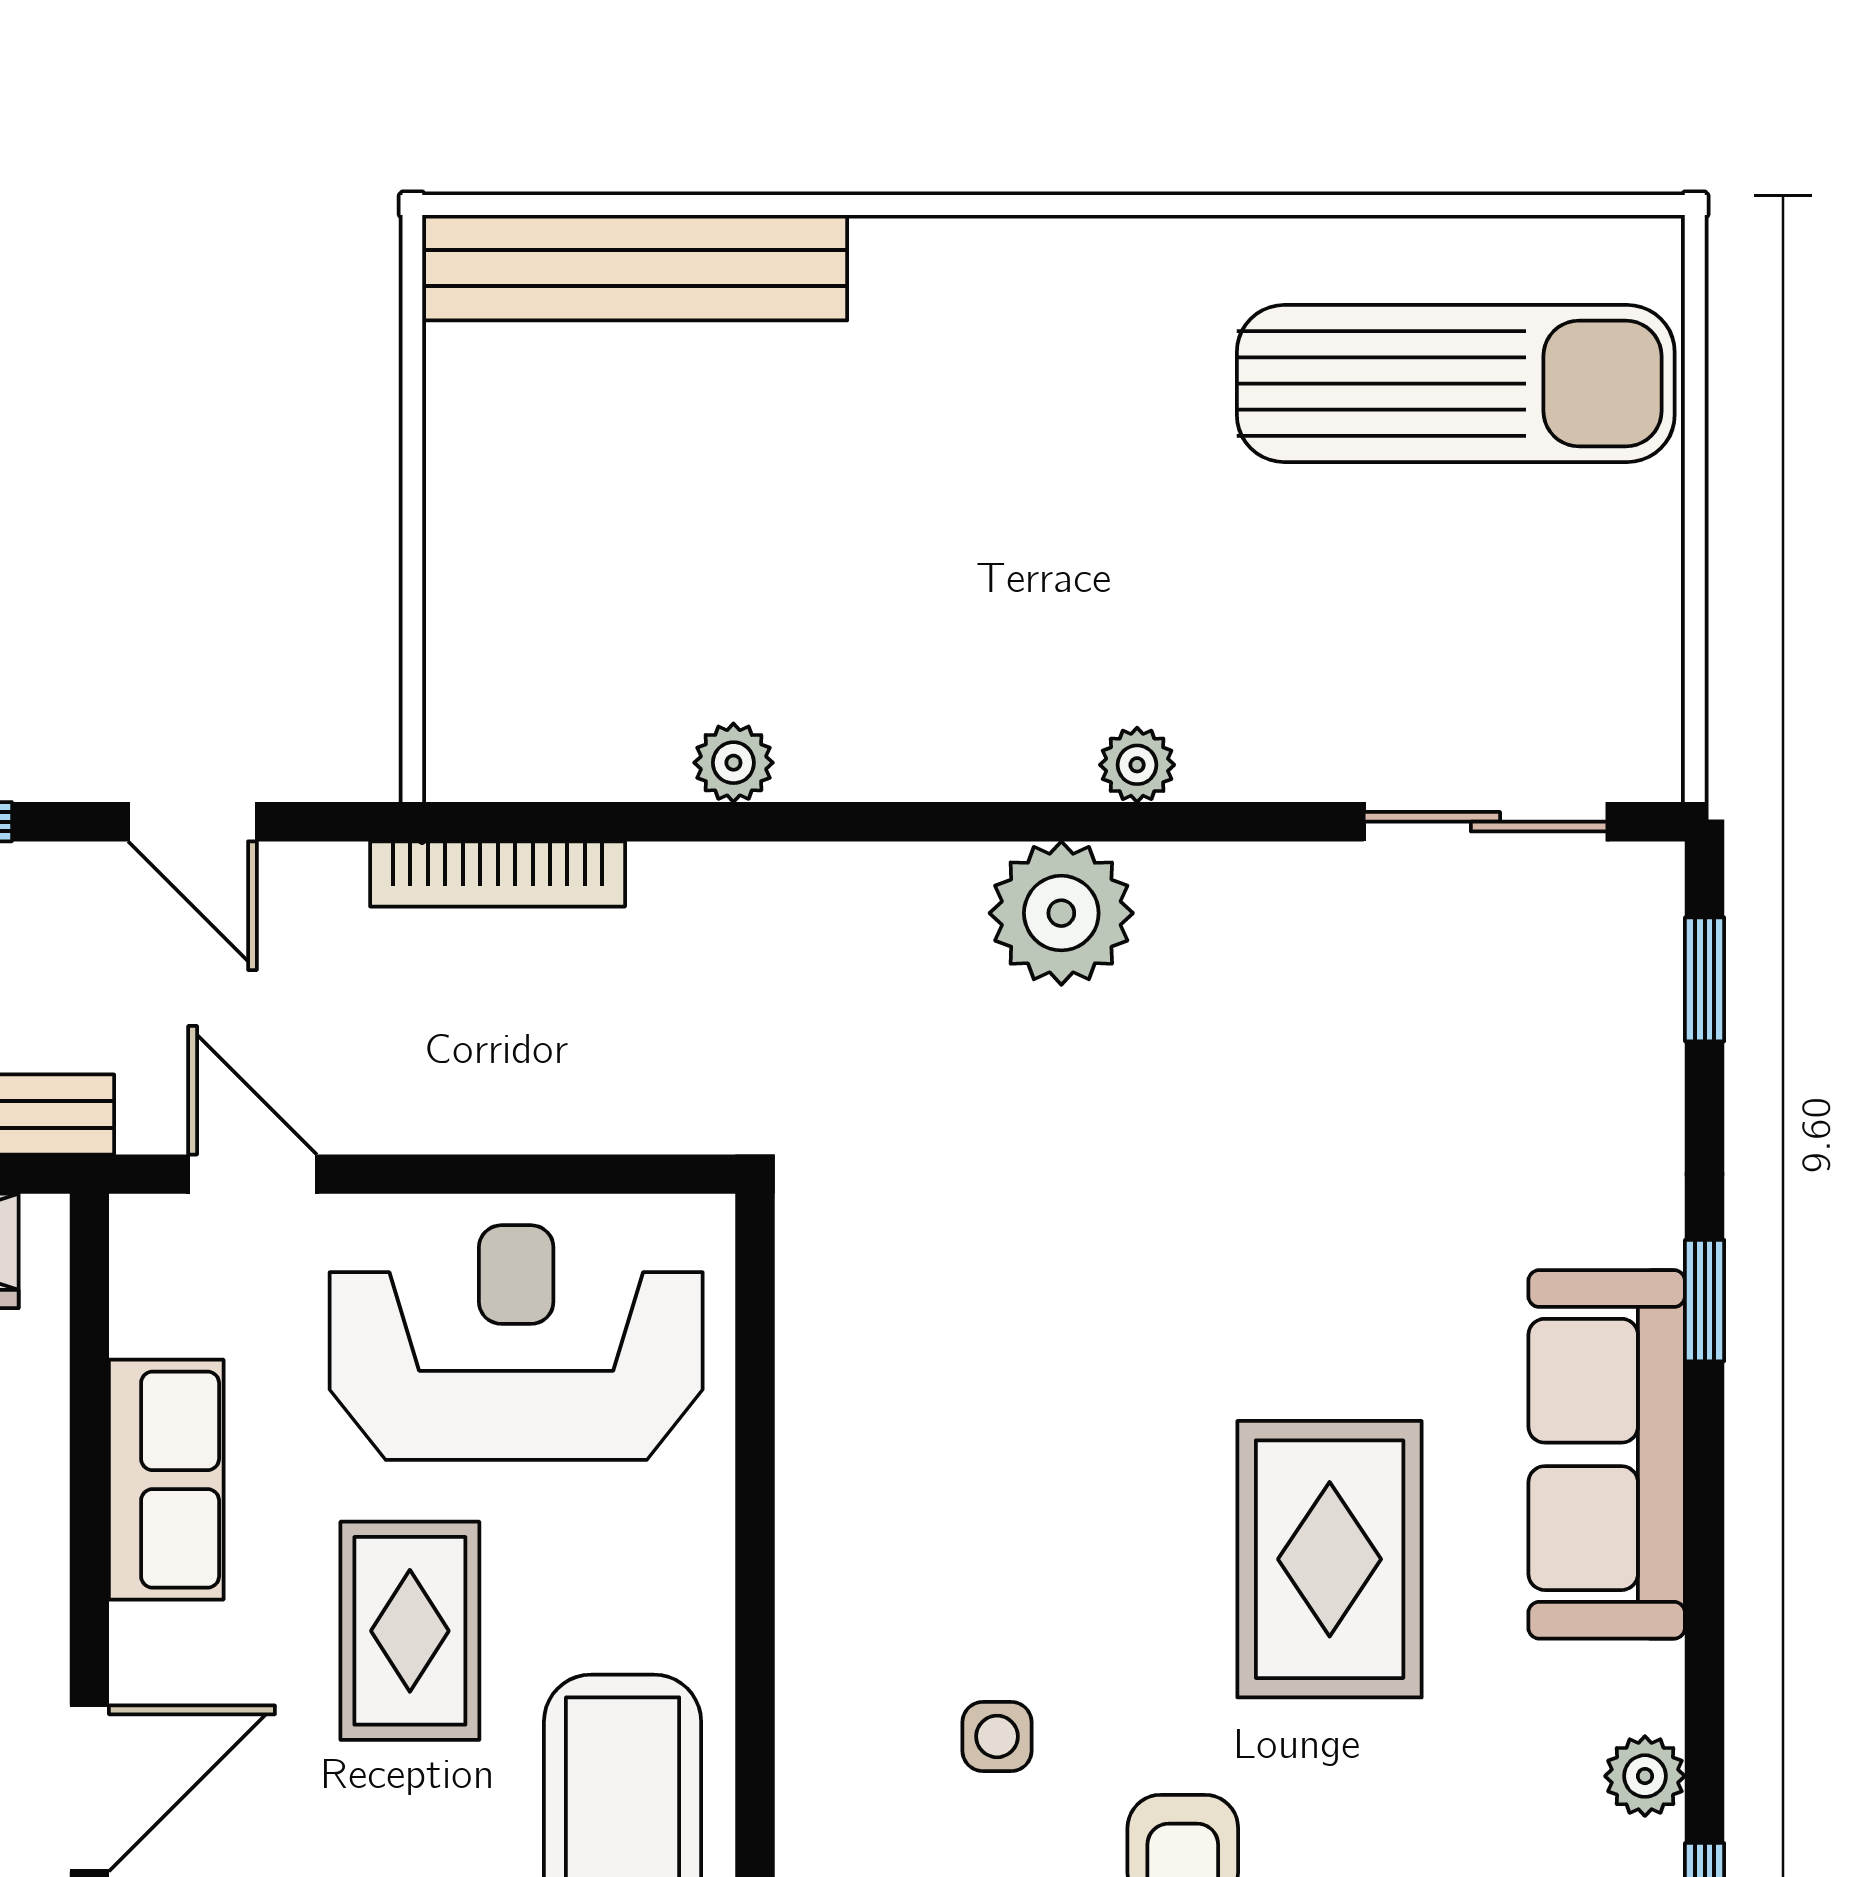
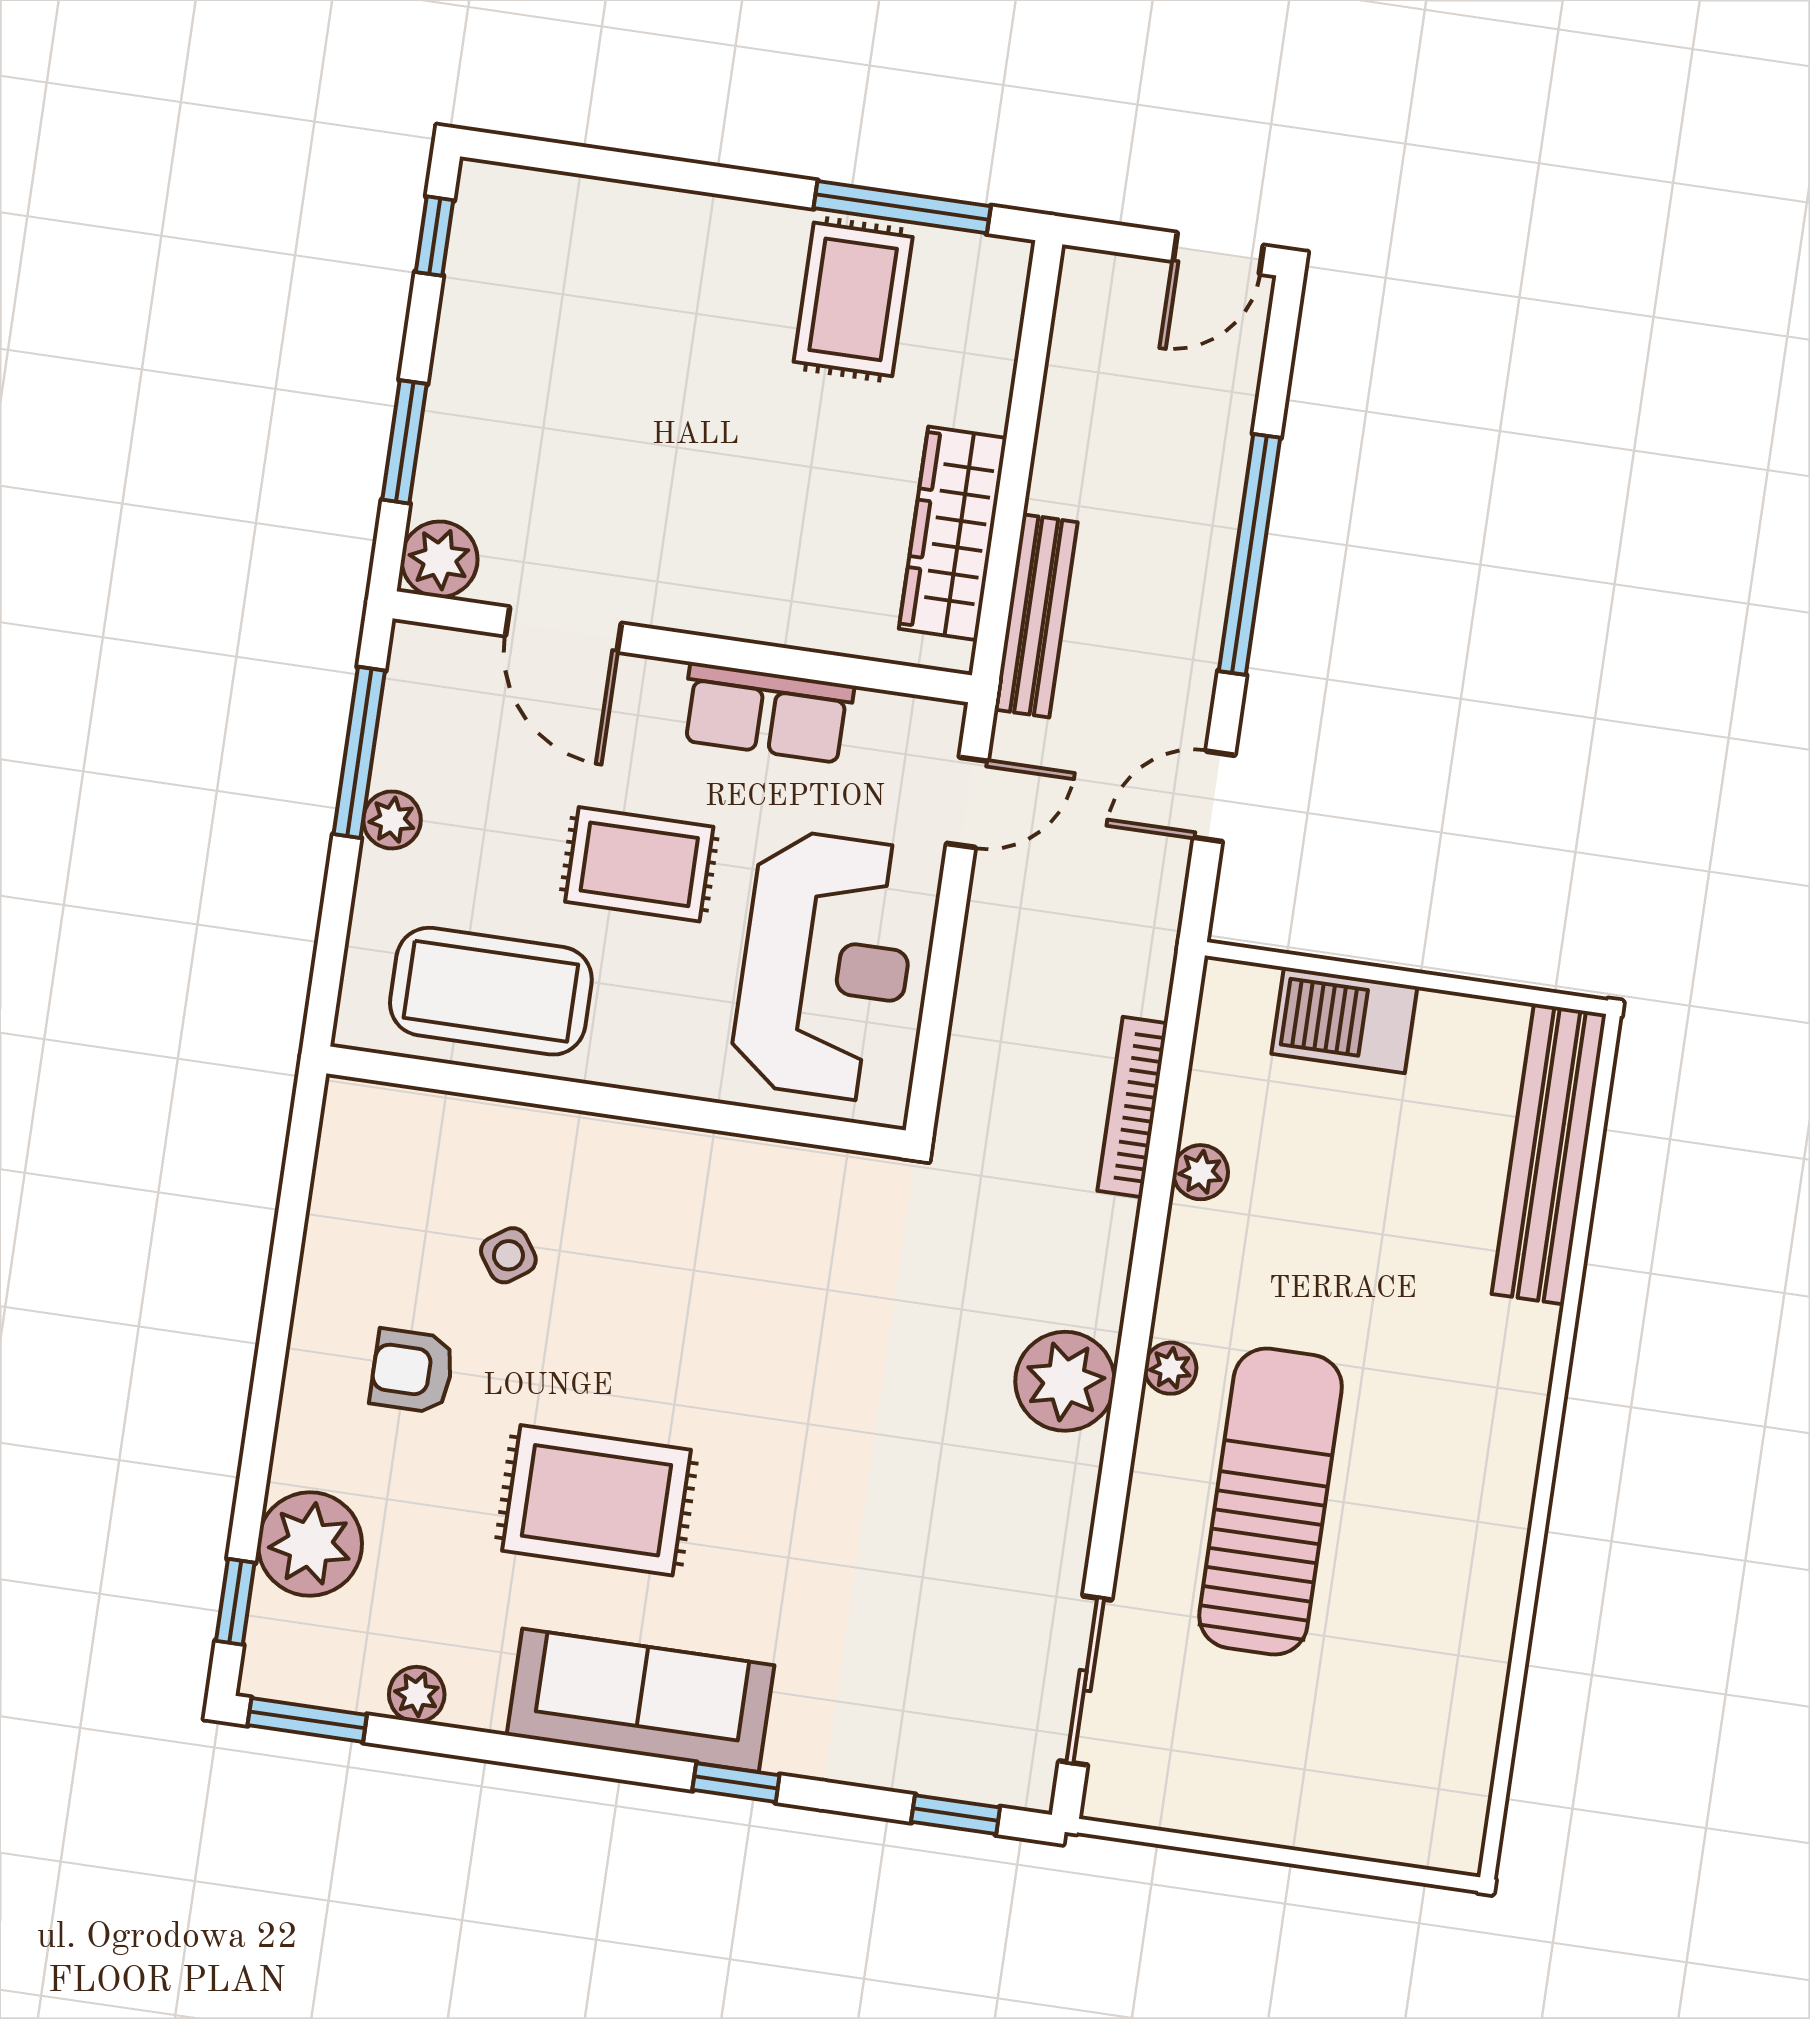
sun lounger: (1456, 384) -> (1271, 1501), moved, turned 180
barbecue: (486, 589) -> (1344, 1020), added
plant: (1137, 765) -> (1171, 1368), moved
bookcase: (498, 874) -> (1132, 1107), moved
side table: (997, 1736) -> (508, 1255), turned -35

